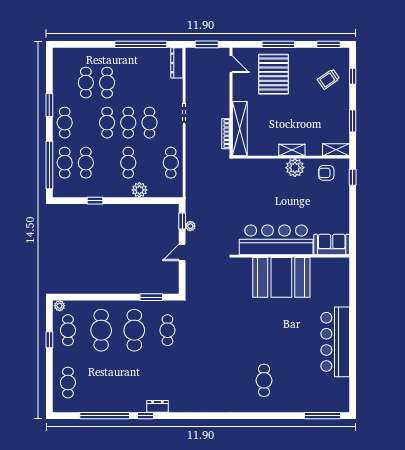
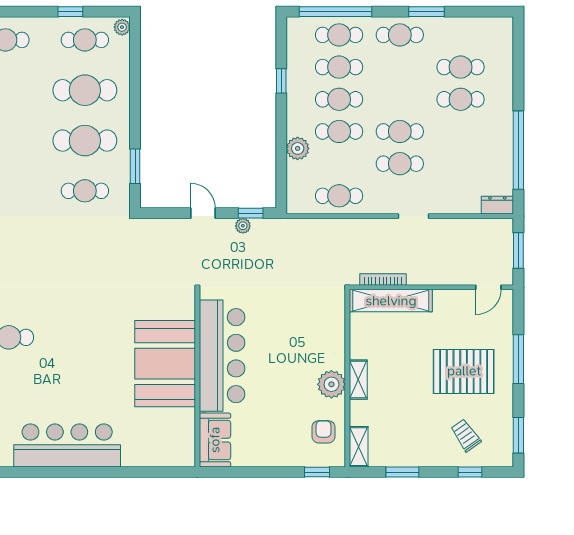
dresser: (177, 63) -> (497, 205), width x0.70
pallet: (274, 74) -> (464, 371), moved
cafe table: (107, 123) -> (339, 99), moved

